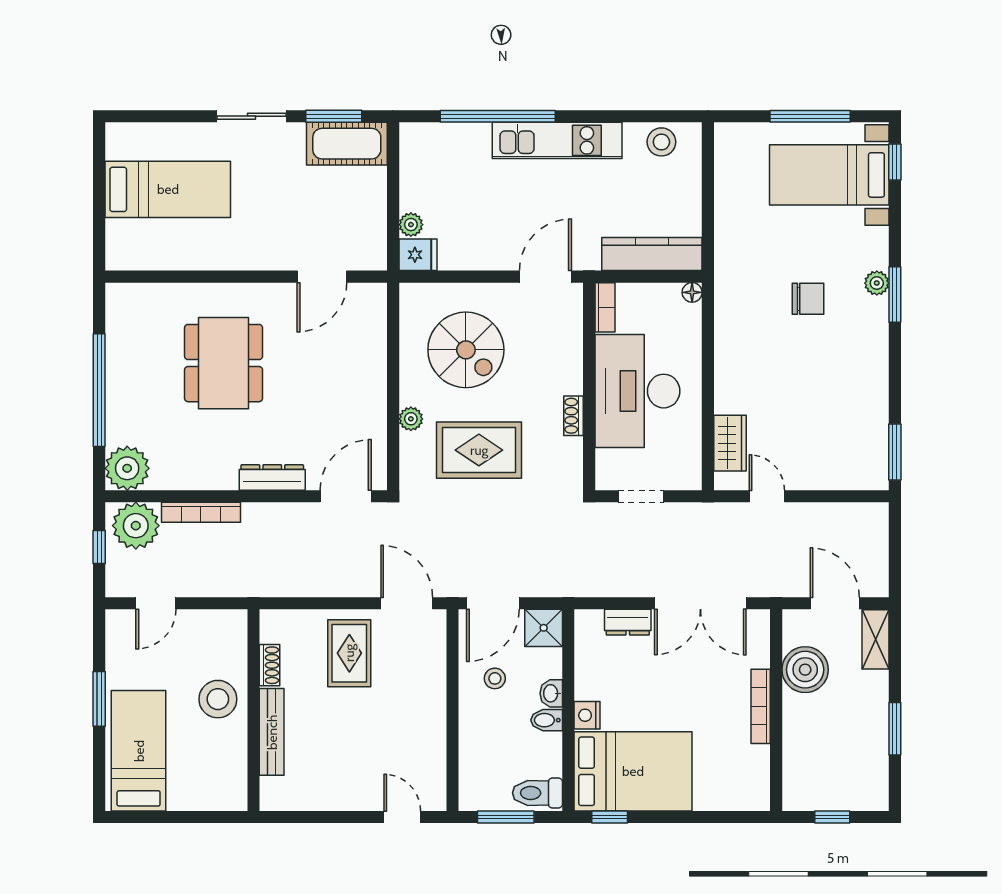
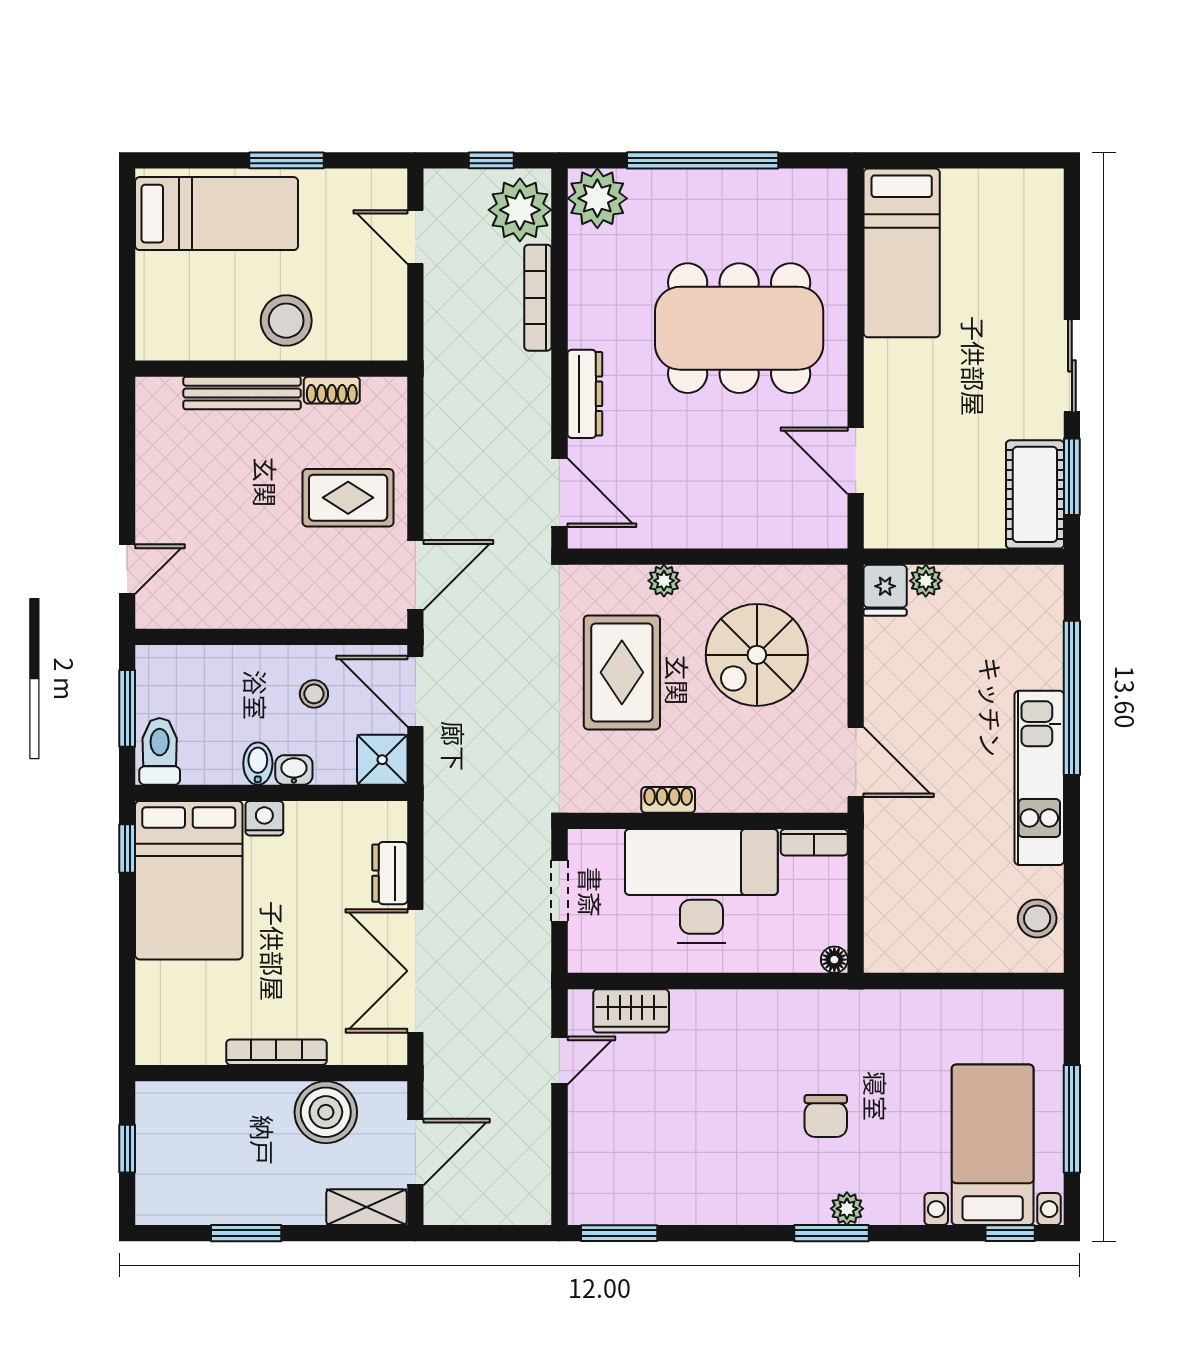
bed: (168, 189) -> (902, 253), moved
kitchen counter: (652, 254) -> (886, 906), removed
dining table: (224, 363) -> (739, 328), width x1.36, depth x1.24

